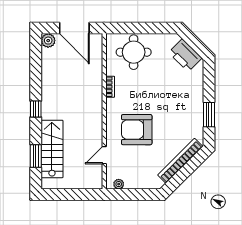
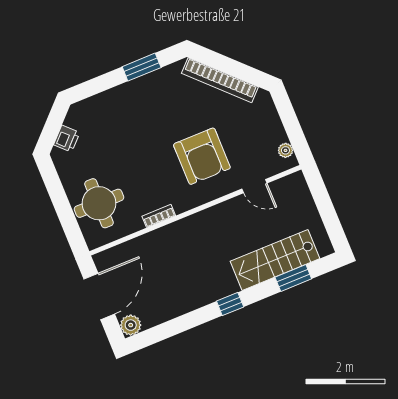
printer: (185, 55) -> (67, 139), width x0.53, depth x0.68

